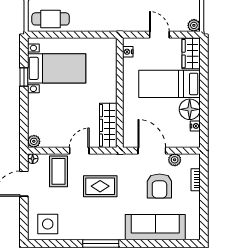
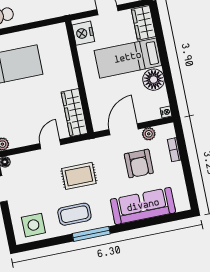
nightstand: (128, 52) -> (83, 33), width x1.89, depth x1.79
nightstand: (195, 126) -> (166, 112), moved
door: (152, 151) -> (124, 129), hinge flipped
coffee table: (59, 171) -> (74, 214), moved, turned 90

